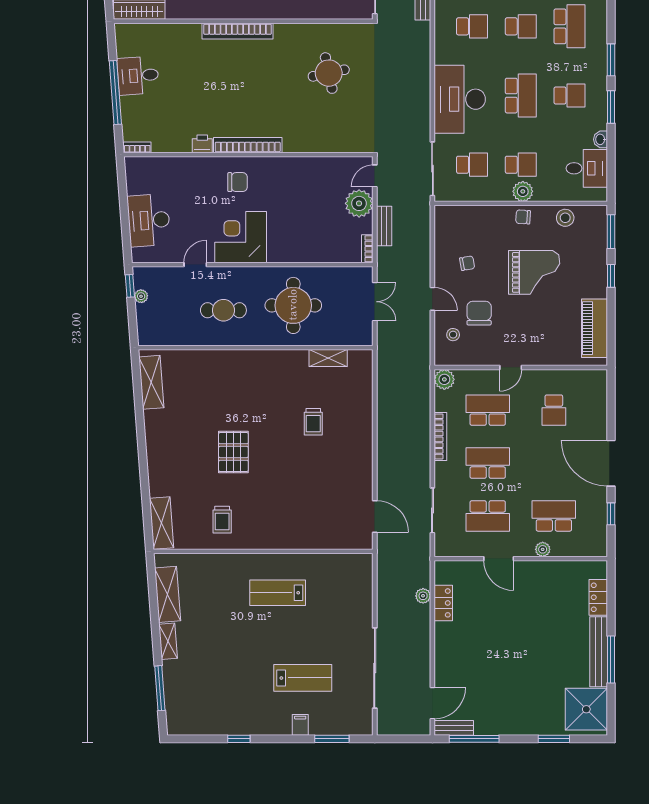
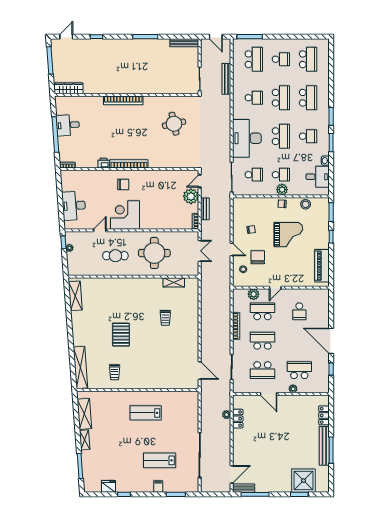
school desk: (521, 26) -> (281, 98), width x1.85
plant: (444, 379) -> (254, 294), moved
shelving: (161, 523) -> (80, 367), width x1.47
lab bench: (303, 678) -> (160, 460), turned 180
shower: (586, 709) -> (304, 481), moved
fridge: (211, 725) -> (108, 486), added

